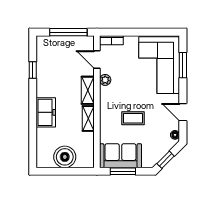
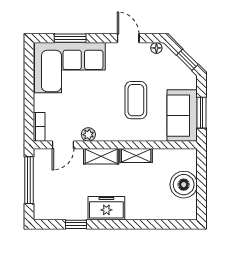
freezer: (46, 112) -> (106, 208), moved
door: (183, 112) -> (128, 38), swing flipped
coffee table: (133, 118) -> (136, 100), width x1.36, depth x1.30

